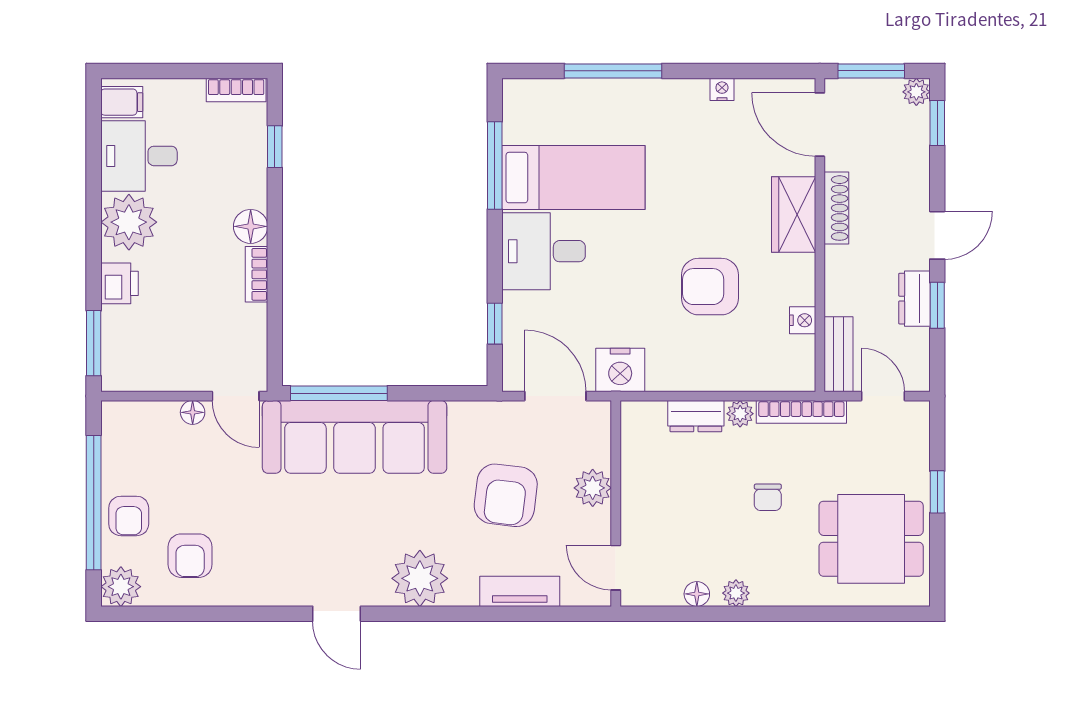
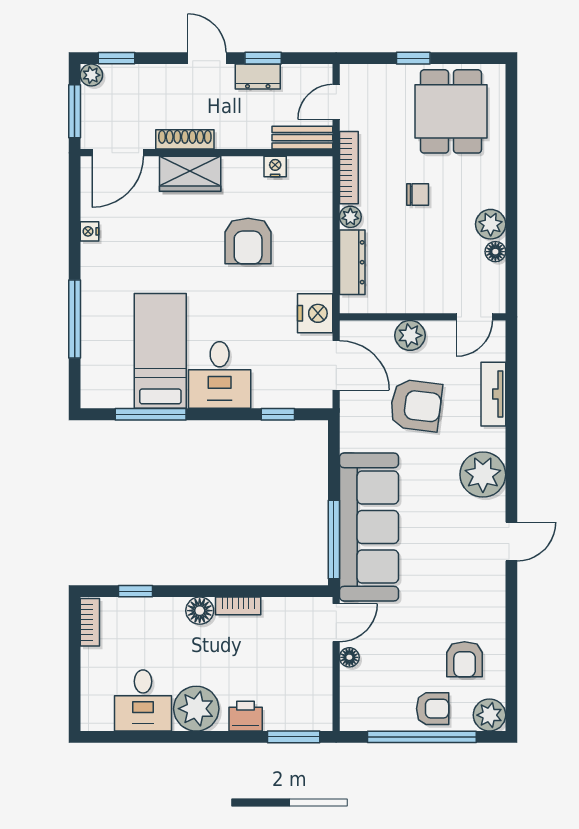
filing cabinet: (122, 102) -> (100, 714), removed
door: (555, 396) -> (336, 365), swing flipped
dresser: (696, 416) -> (352, 262), width x1.44
armchair: (190, 556) -> (465, 659), turned 90
plant: (736, 593) -> (491, 224), width x1.38, depth x1.38

